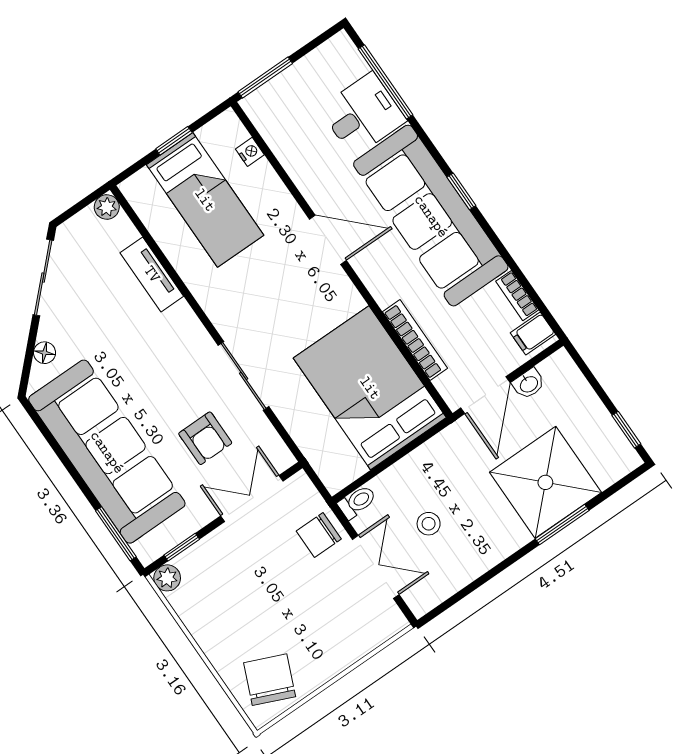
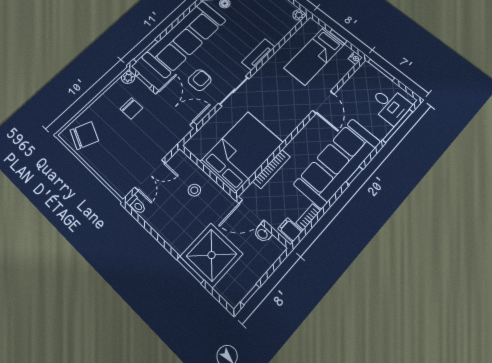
desk: (363, 114) -> (390, 105), moved
nightstand: (250, 152) -> (355, 58), moved
door: (328, 240) -> (323, 102), moved
tv unit: (152, 274) -> (258, 55), moved
armchair: (205, 438) -> (200, 80), turned 180
double door: (252, 499) -> (174, 108), width x1.37
toilet: (357, 502) -> (136, 205), moved
stool: (429, 524) -> (194, 190), moved
chair: (319, 535) -> (131, 108), moved, turned 180

